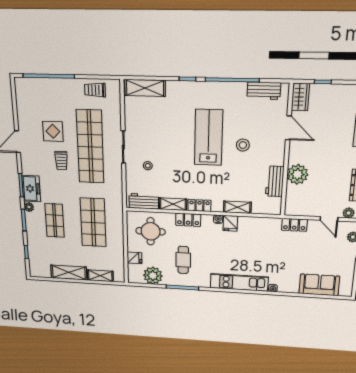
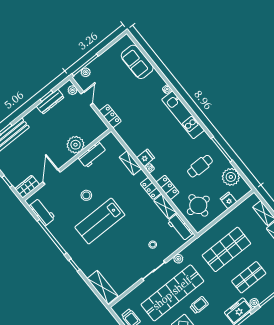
plant: (117, 177) -> (178, 259), added

